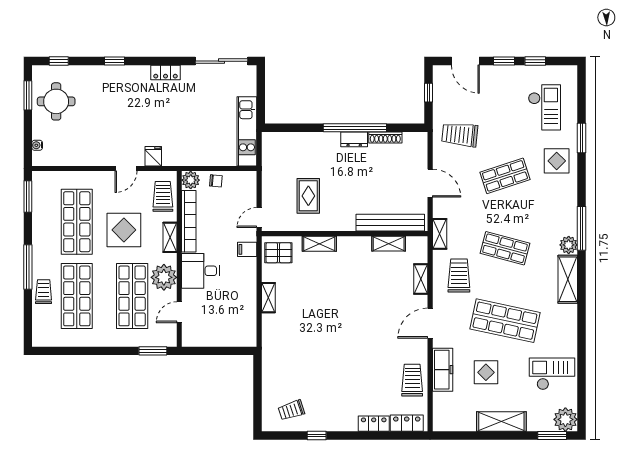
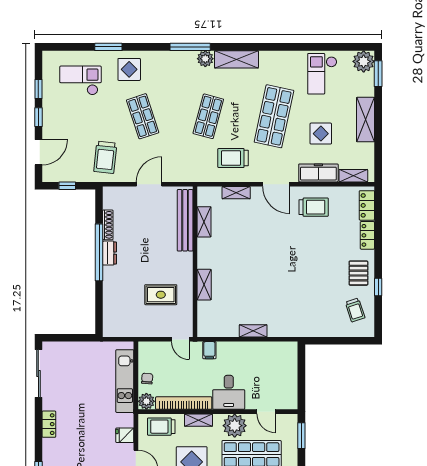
kitchen unit: (247, 131) -> (125, 381), moved, turned 90
shelving: (440, 234) -> (353, 176), moved
pallet: (278, 253) -> (358, 273), moved
trolley: (412, 380) -> (314, 207), moved, turned 180

